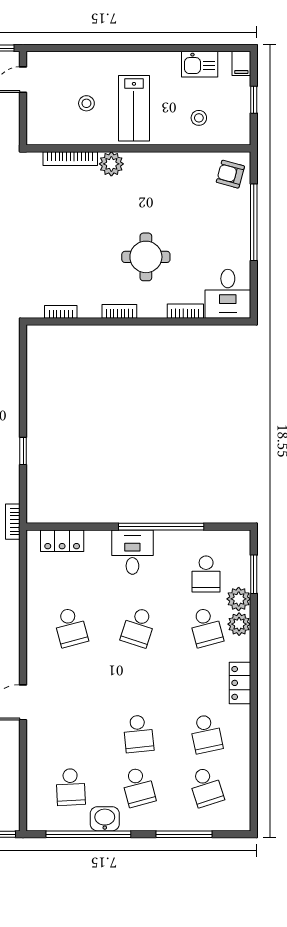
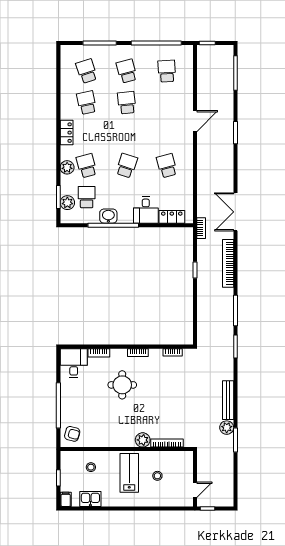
desk: (132, 552) -> (146, 210), moved
plant: (239, 599) -> (67, 203), moved
washbasin: (105, 819) -> (108, 216), moved, turned 180

